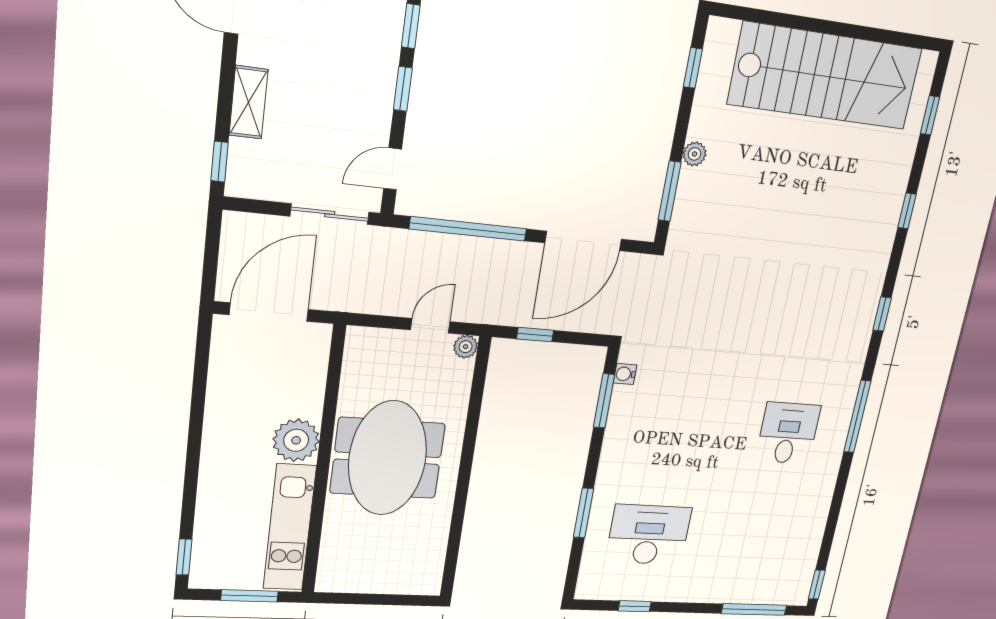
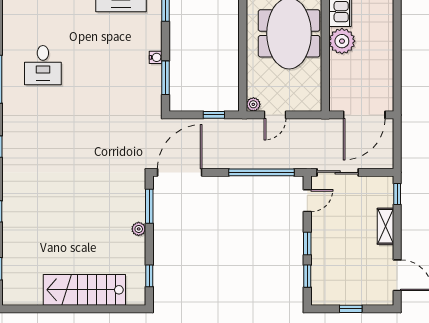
stairs: (825, 76) -> (84, 290), width x0.73, depth x0.66
door: (583, 241) -> (180, 172), moved
water cooler: (625, 374) -> (156, 57), moved

